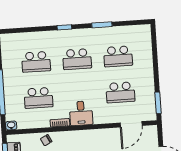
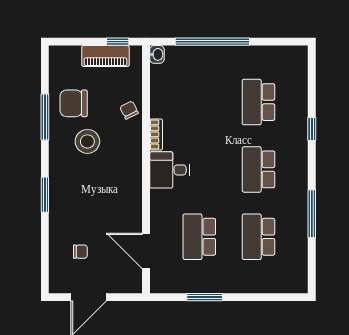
window: (102, 25) -> (312, 214), width x1.44
window: (64, 27) -> (312, 129), moved
school desk: (38, 98) -> (199, 102), removed
window: (158, 103) -> (205, 297), moved

